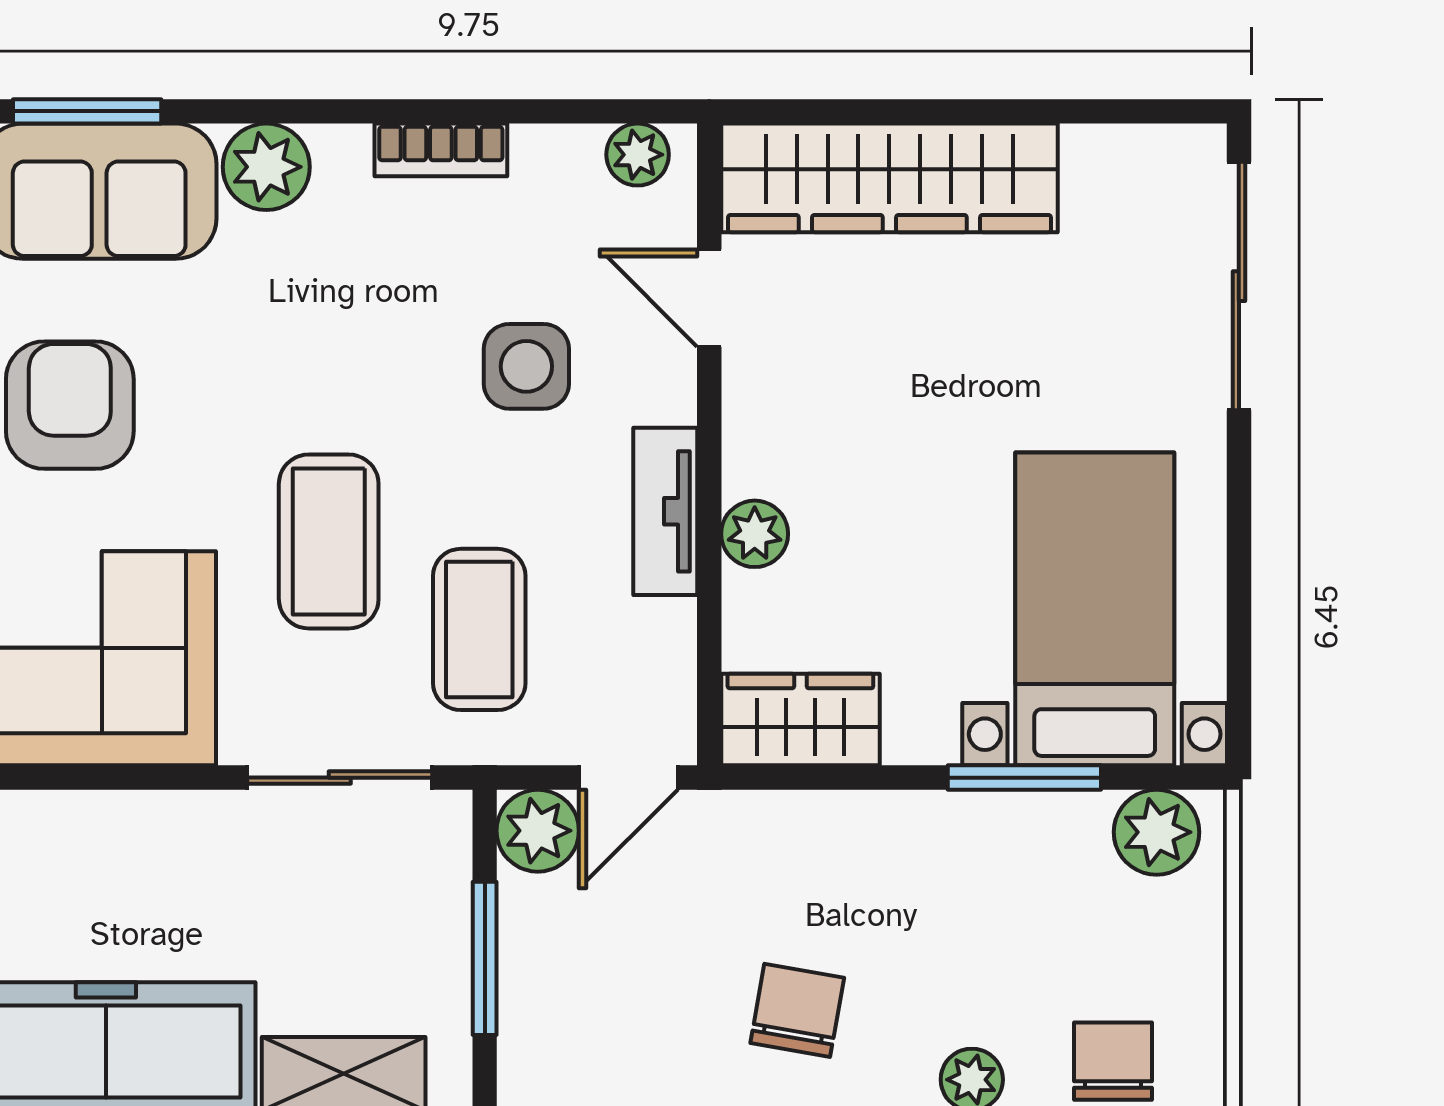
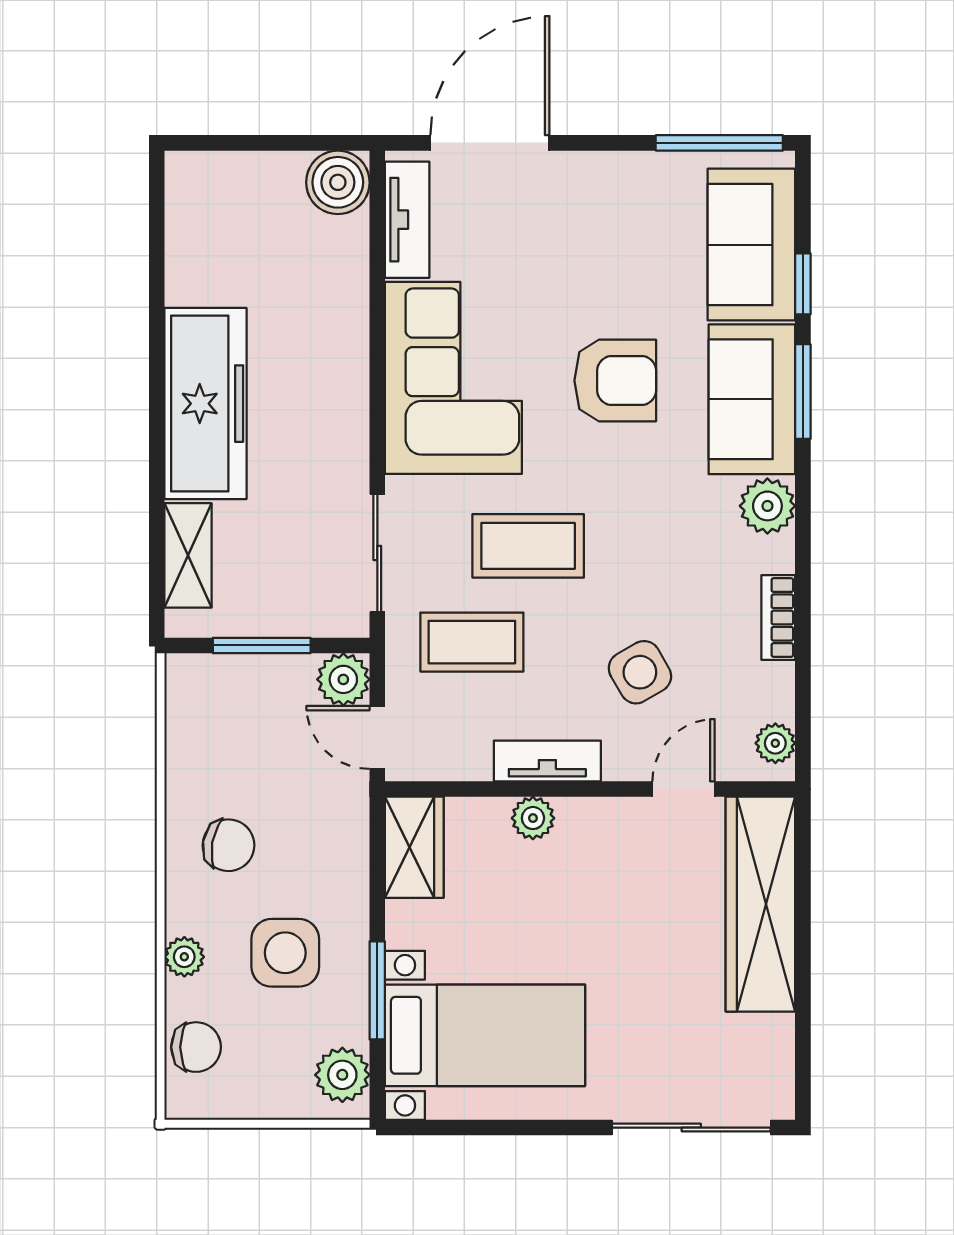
side table: (526, 366) -> (640, 672), turned -30
side table: (966, 922) -> (285, 953), added

